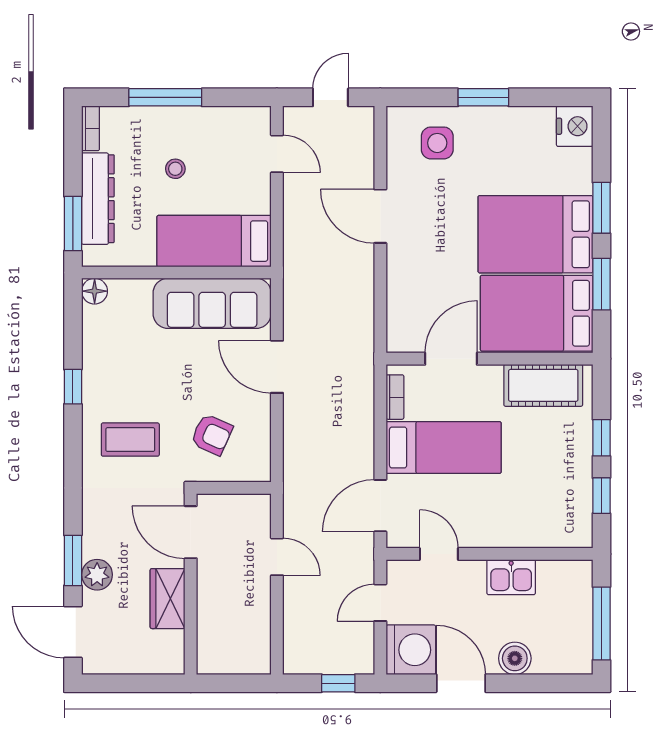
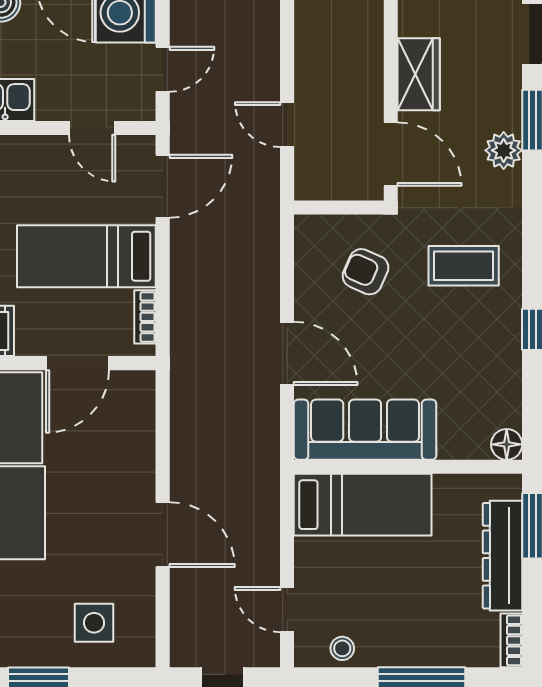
stool: (175, 169) -> (342, 648), moved
plant: (97, 575) -> (504, 150), moved

